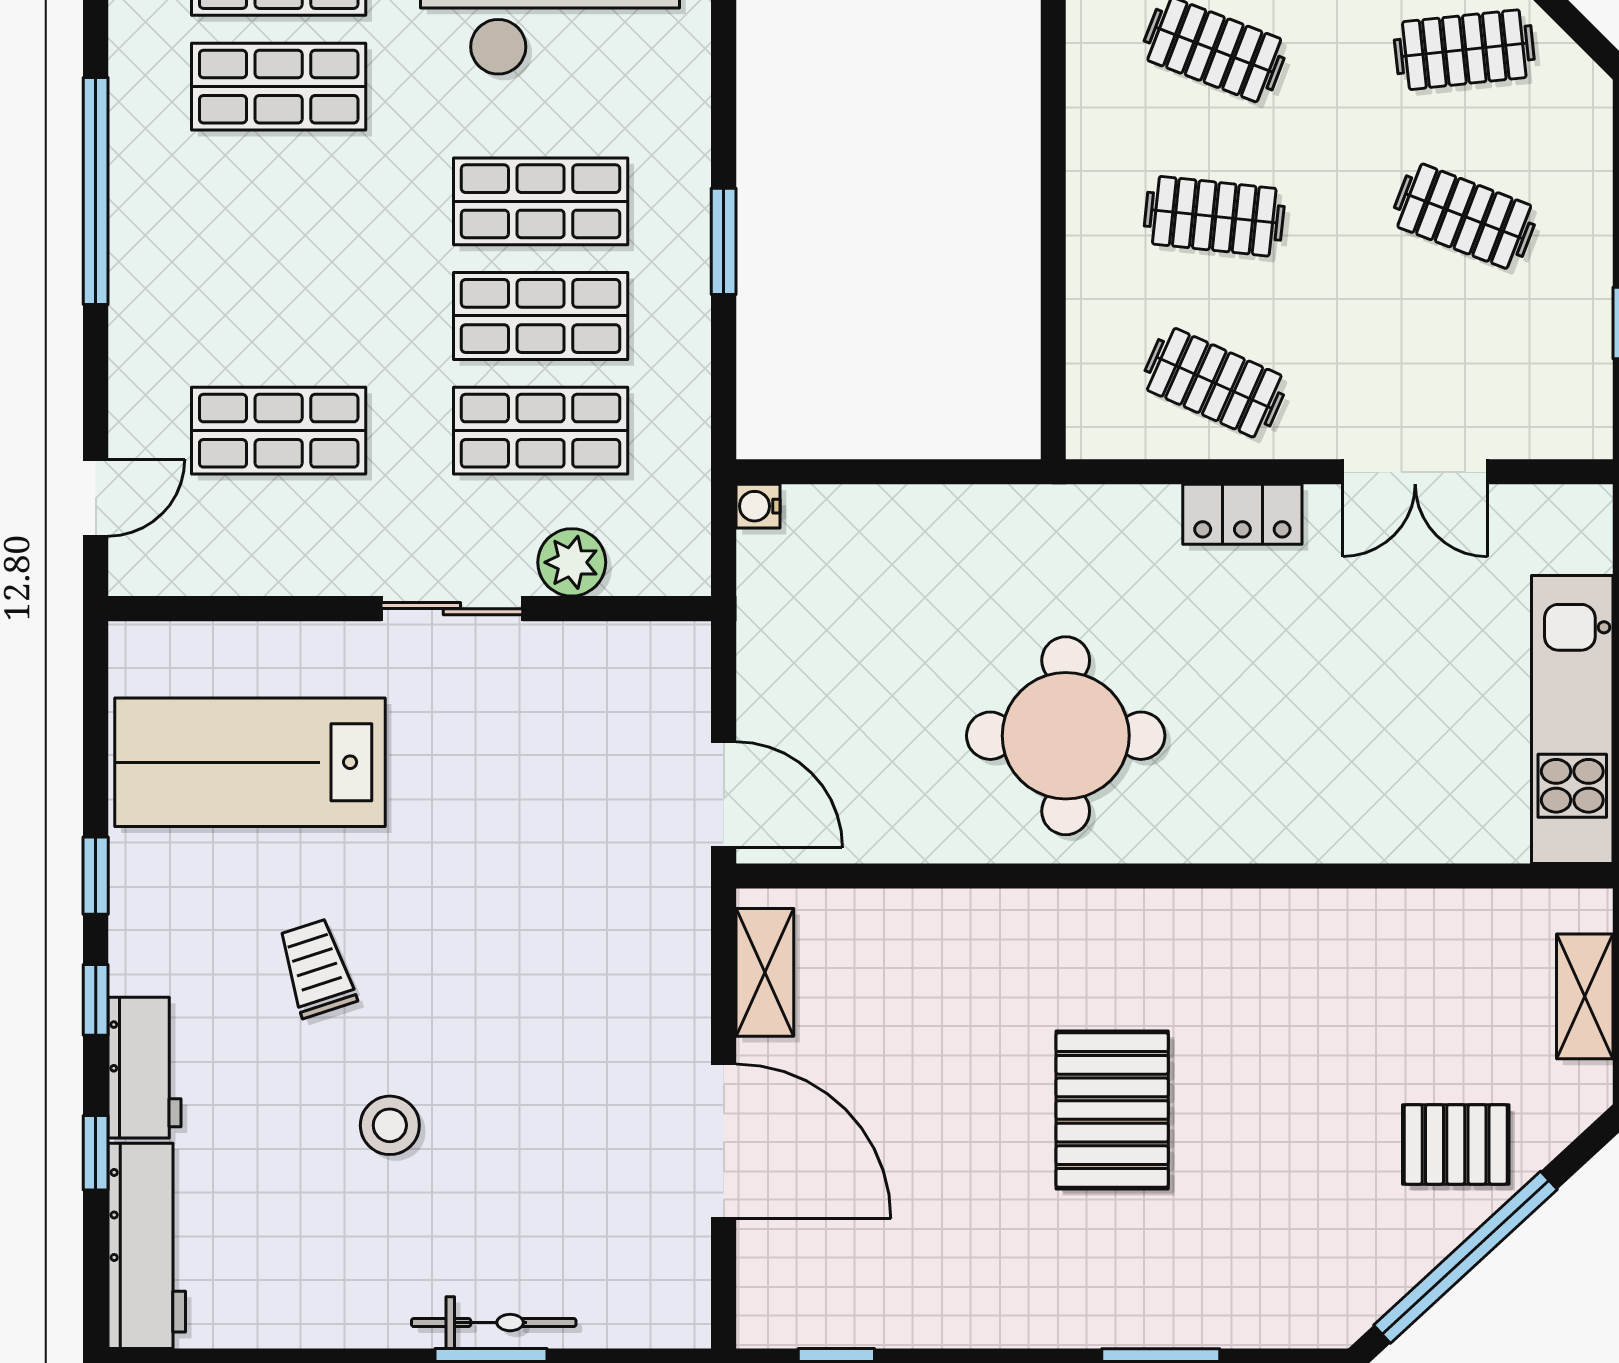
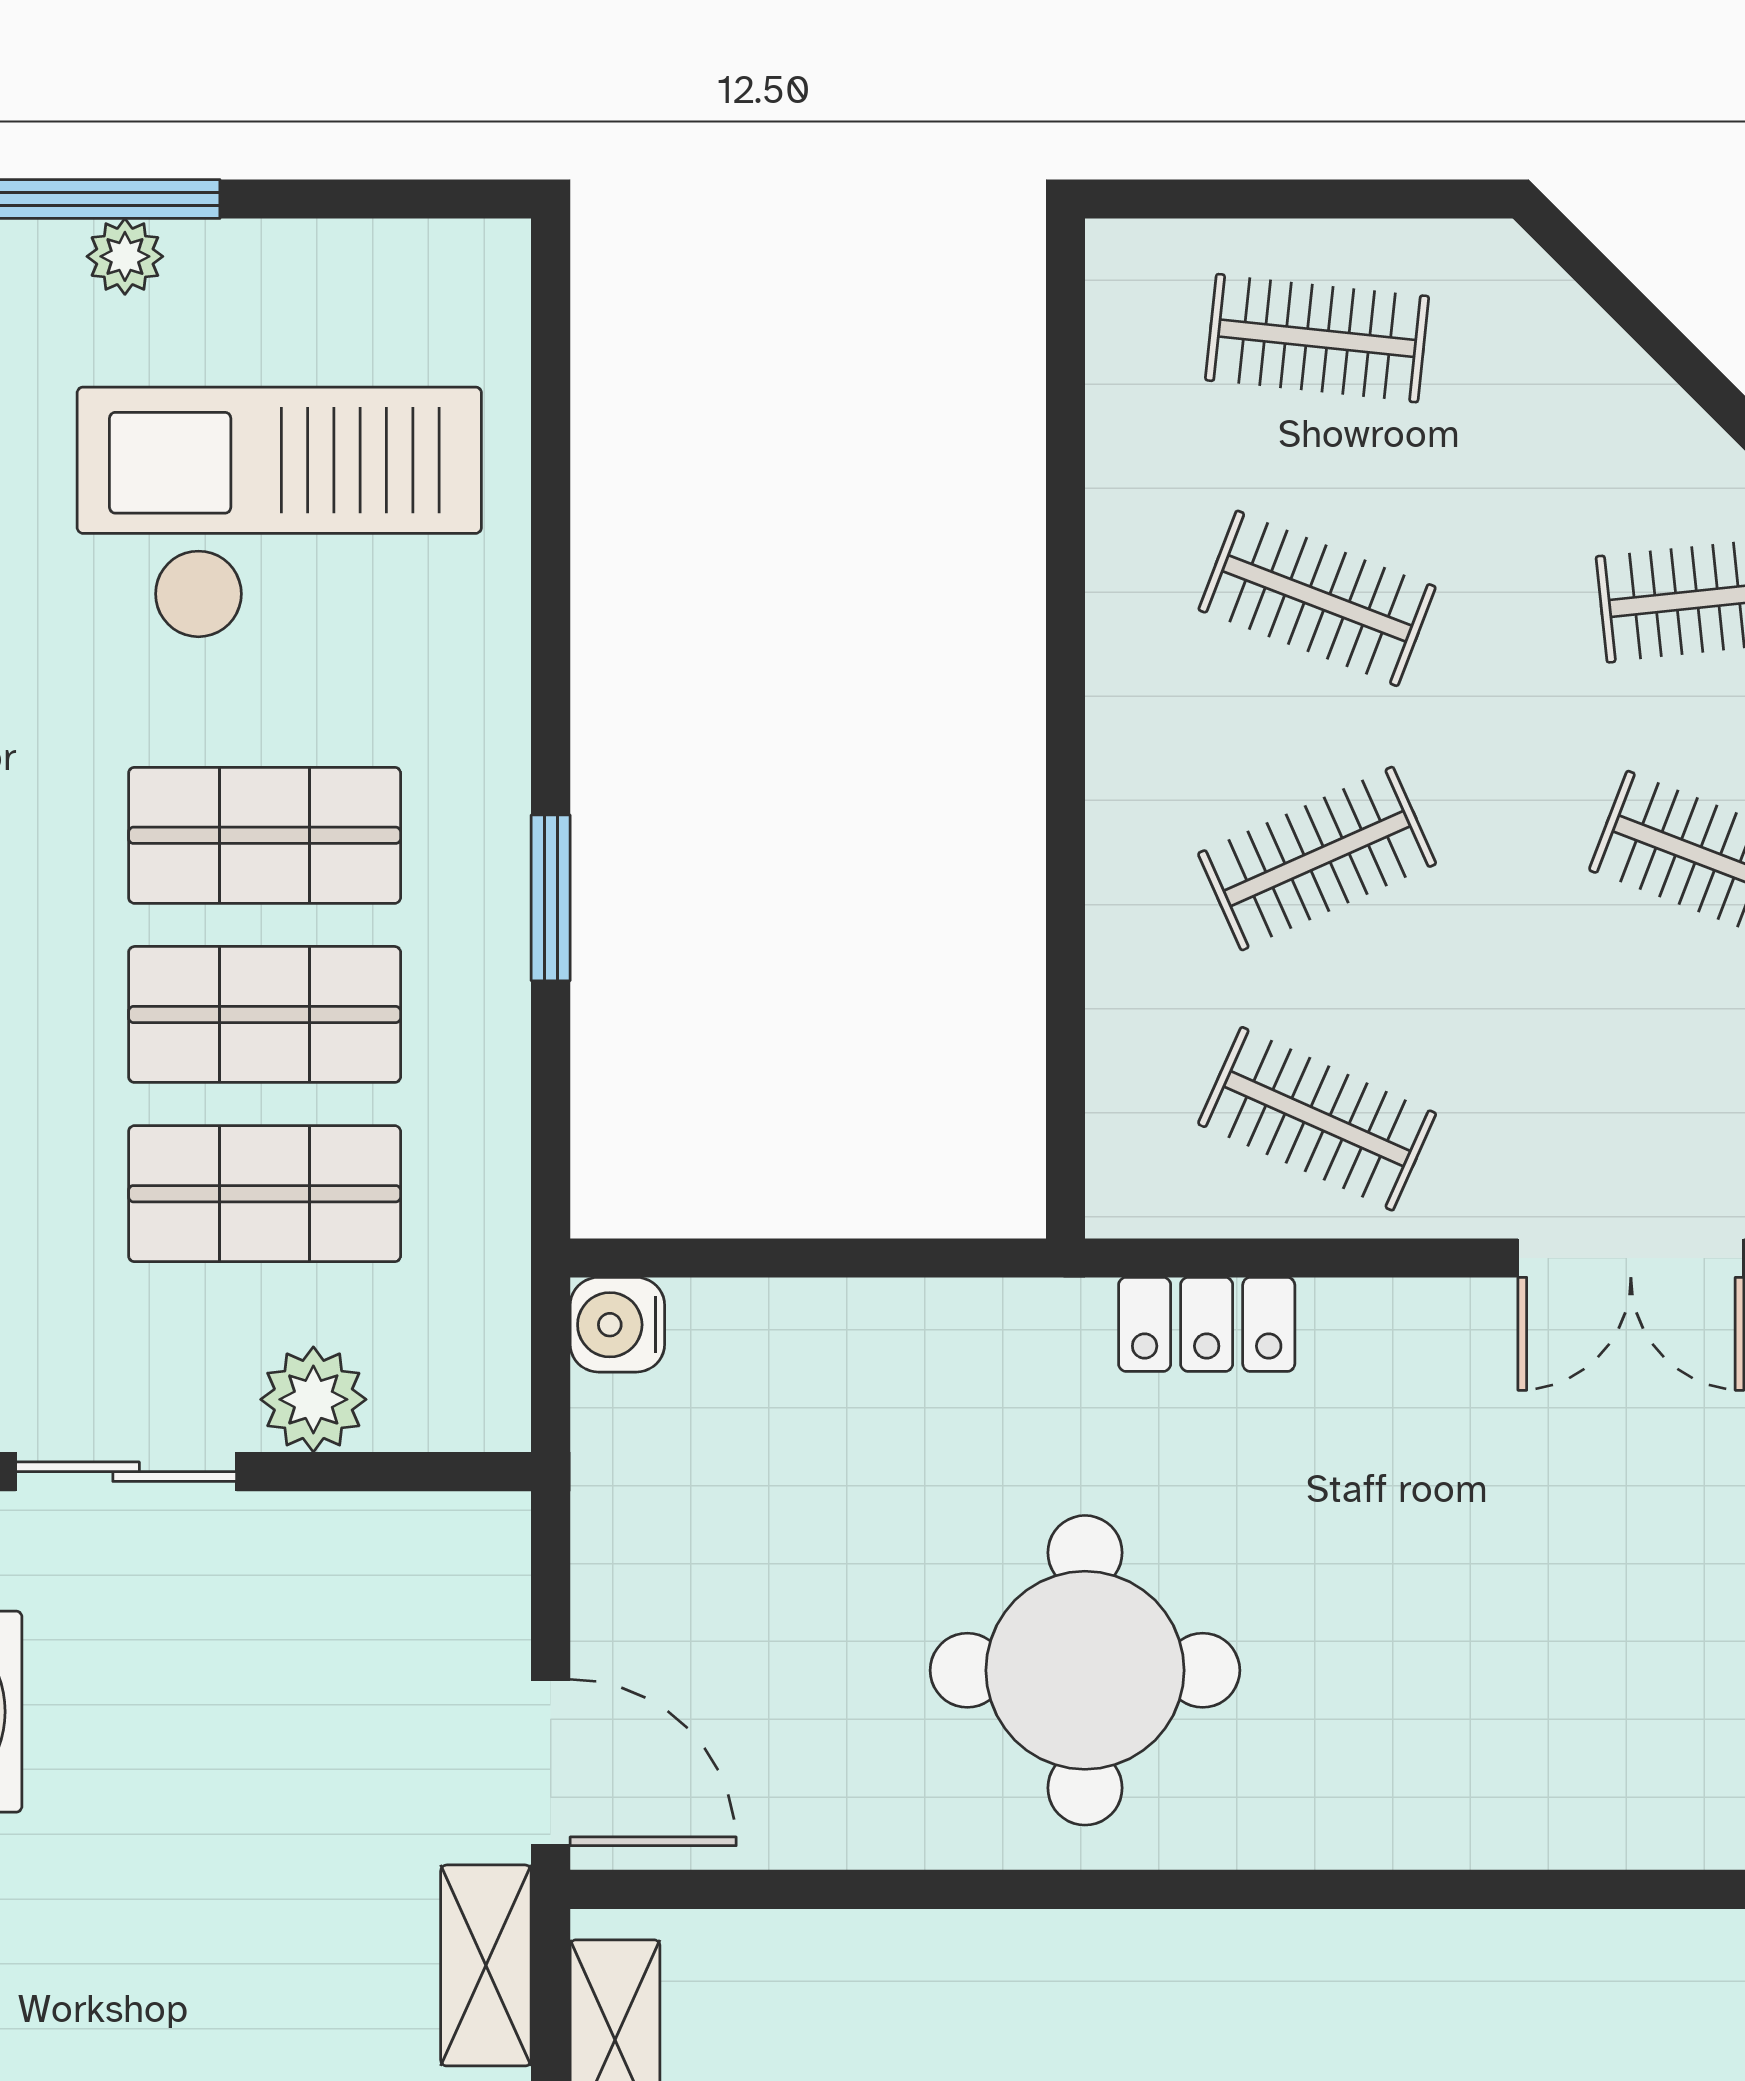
clothes rail: (1214, 216) -> (1317, 859), turned -30
water cooler: (758, 506) -> (617, 1325), width x1.38, depth x1.38
locker: (1242, 514) -> (1207, 1324), moved
shelving: (682, 925) -> (486, 1965), added

